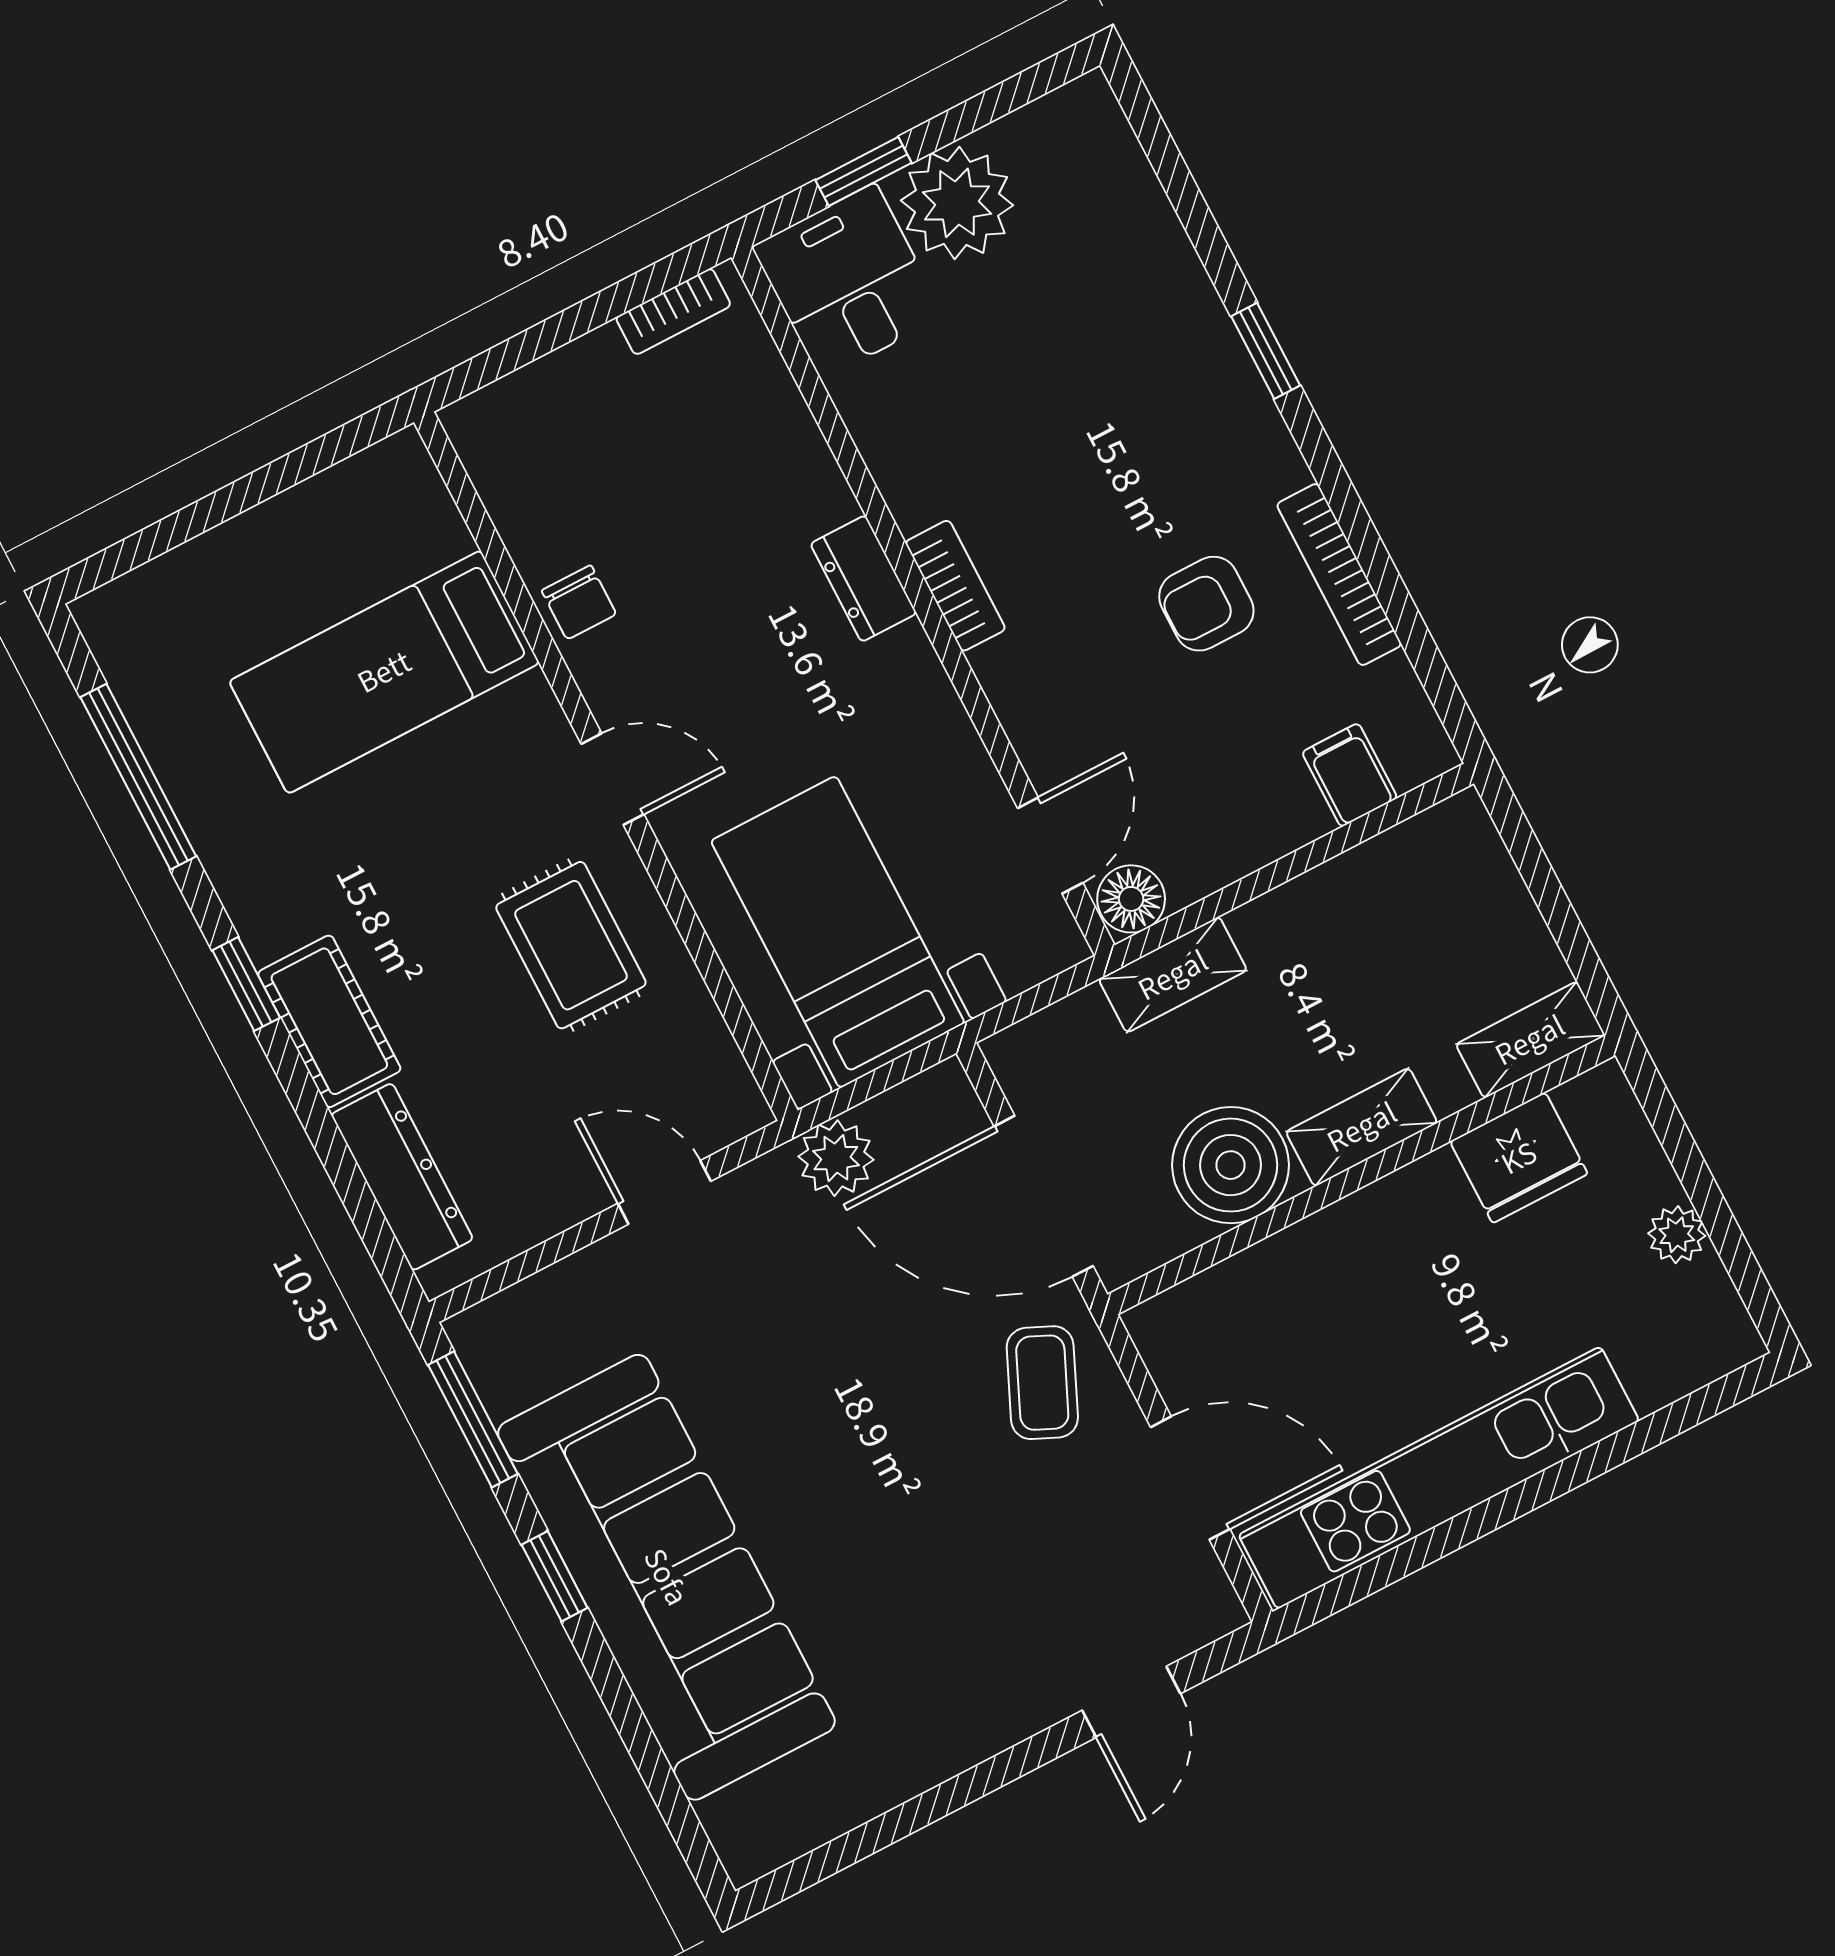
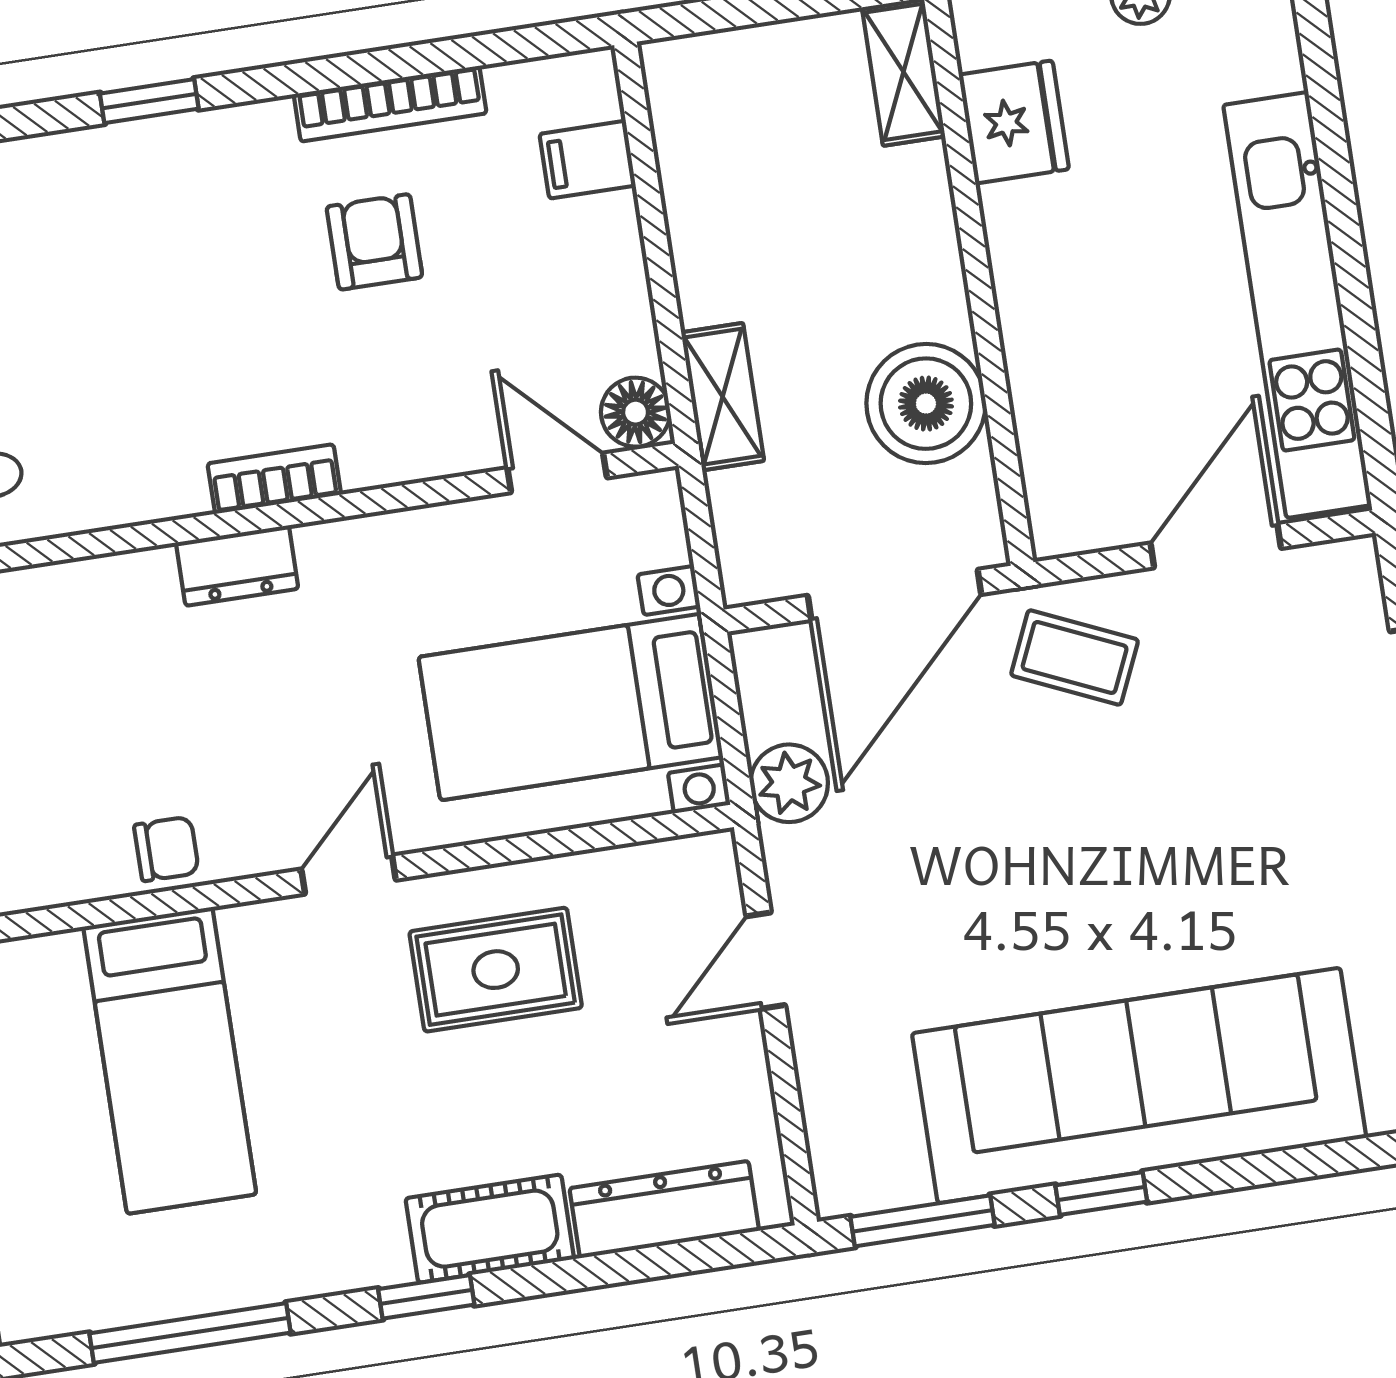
armchair: (1206, 604) -> (374, 242), turned 180
shelving: (1362, 1127) -> (932, 264), removed

